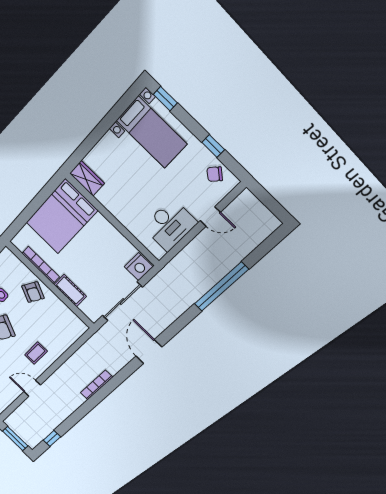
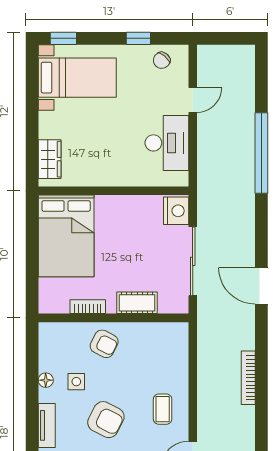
wardrobe: (87, 178) -> (50, 159), moved, turned 90
bookcase: (41, 265) -> (88, 307), width x0.64

